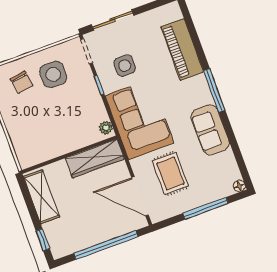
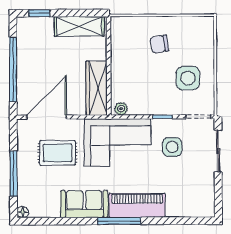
piano: (182, 49) -> (137, 205), moved
chair: (22, 82) -> (159, 44), moved

